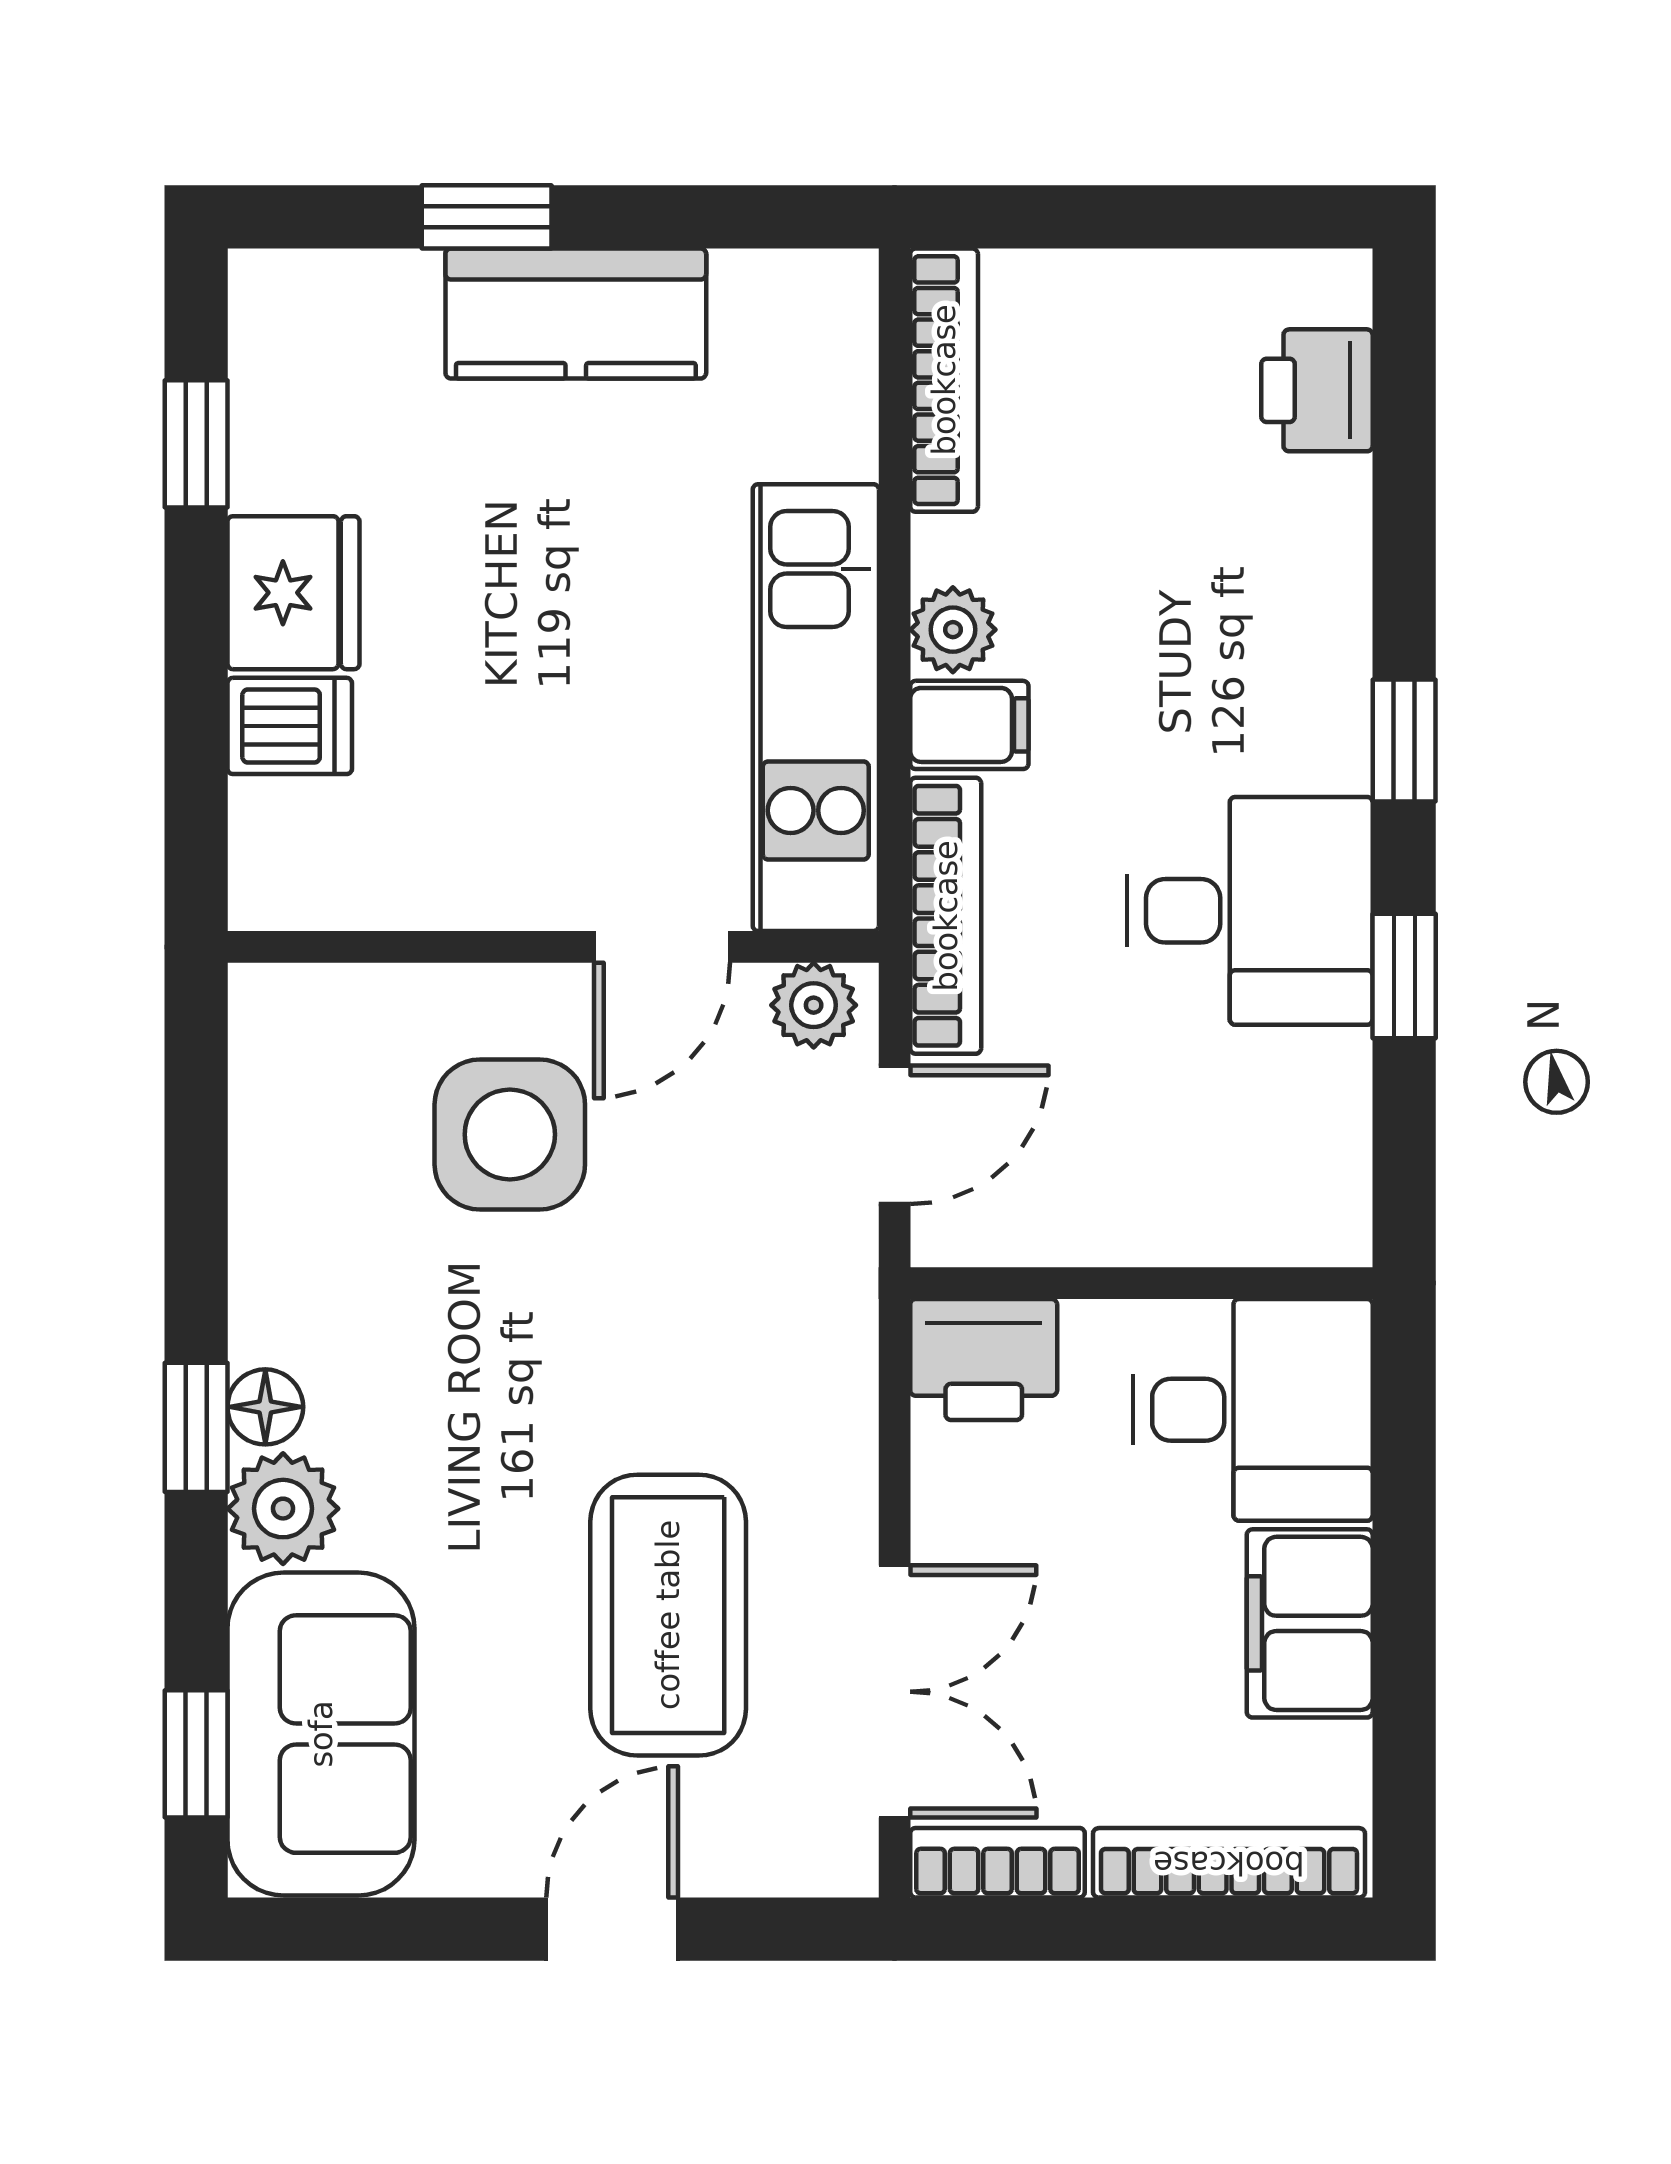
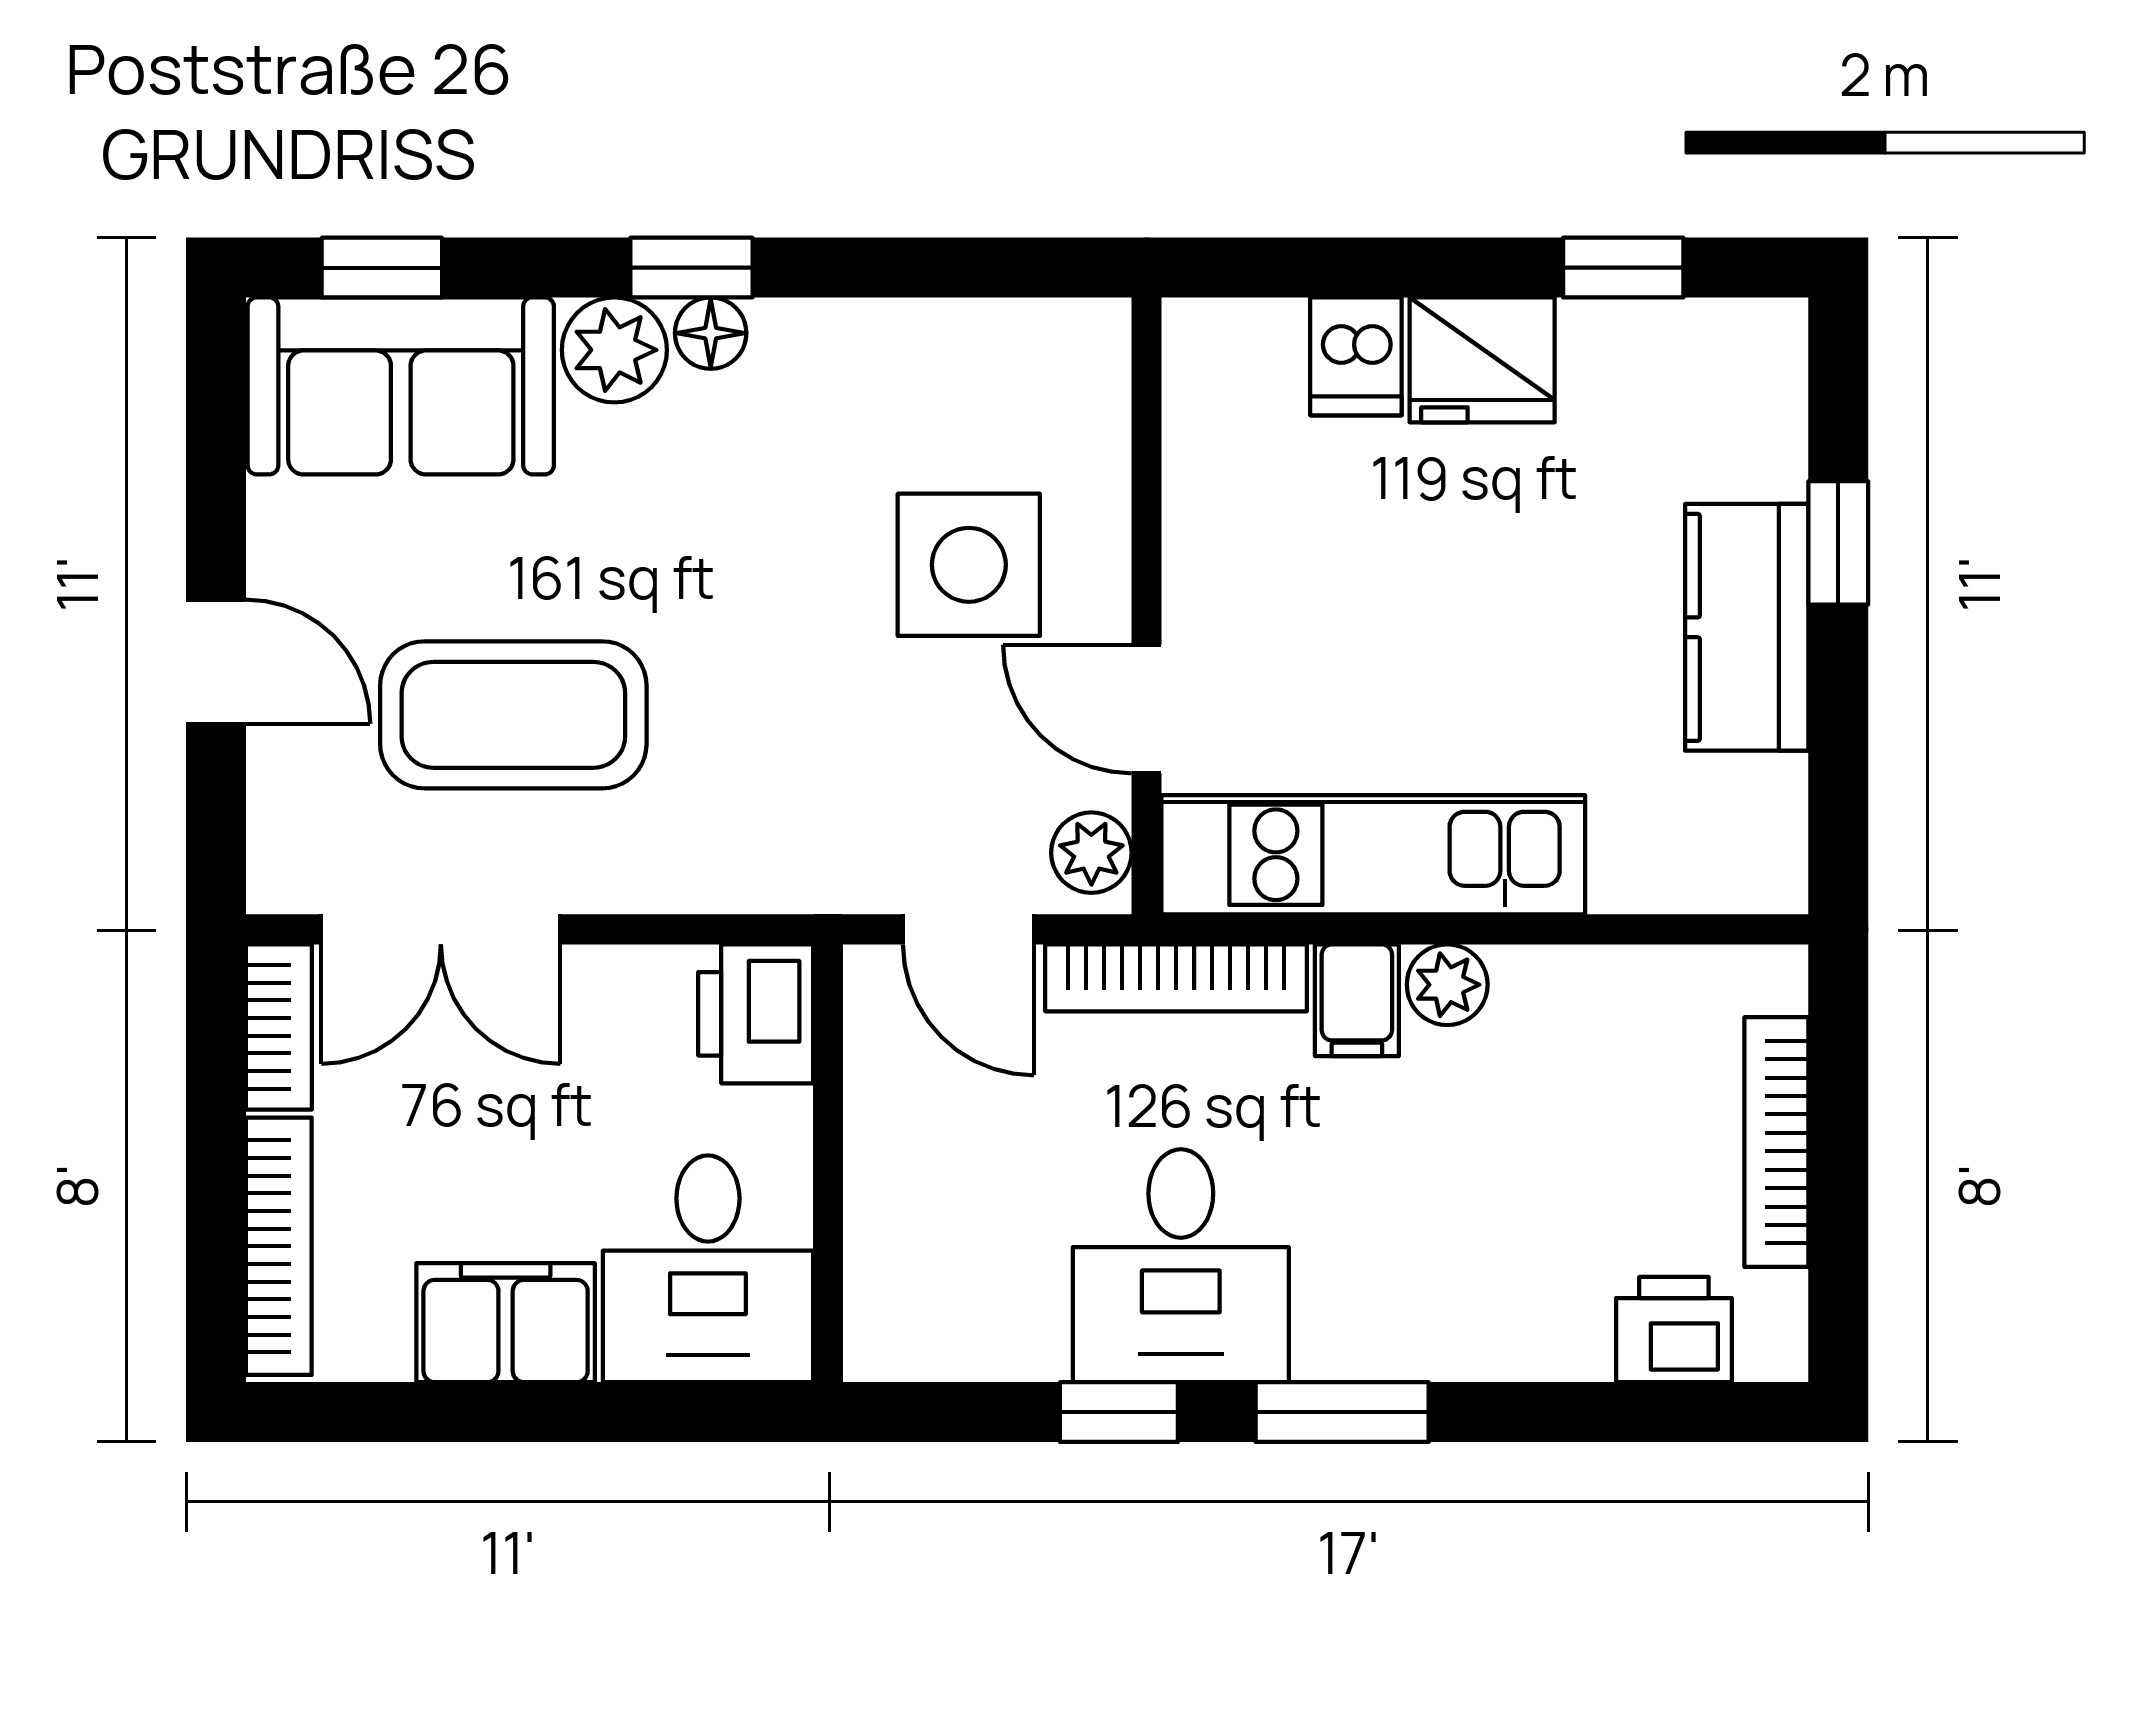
bookcase: (944, 380) -> (1776, 1142), moved, turned 90
window: (1404, 740) -> (1342, 1412), width x1.50

